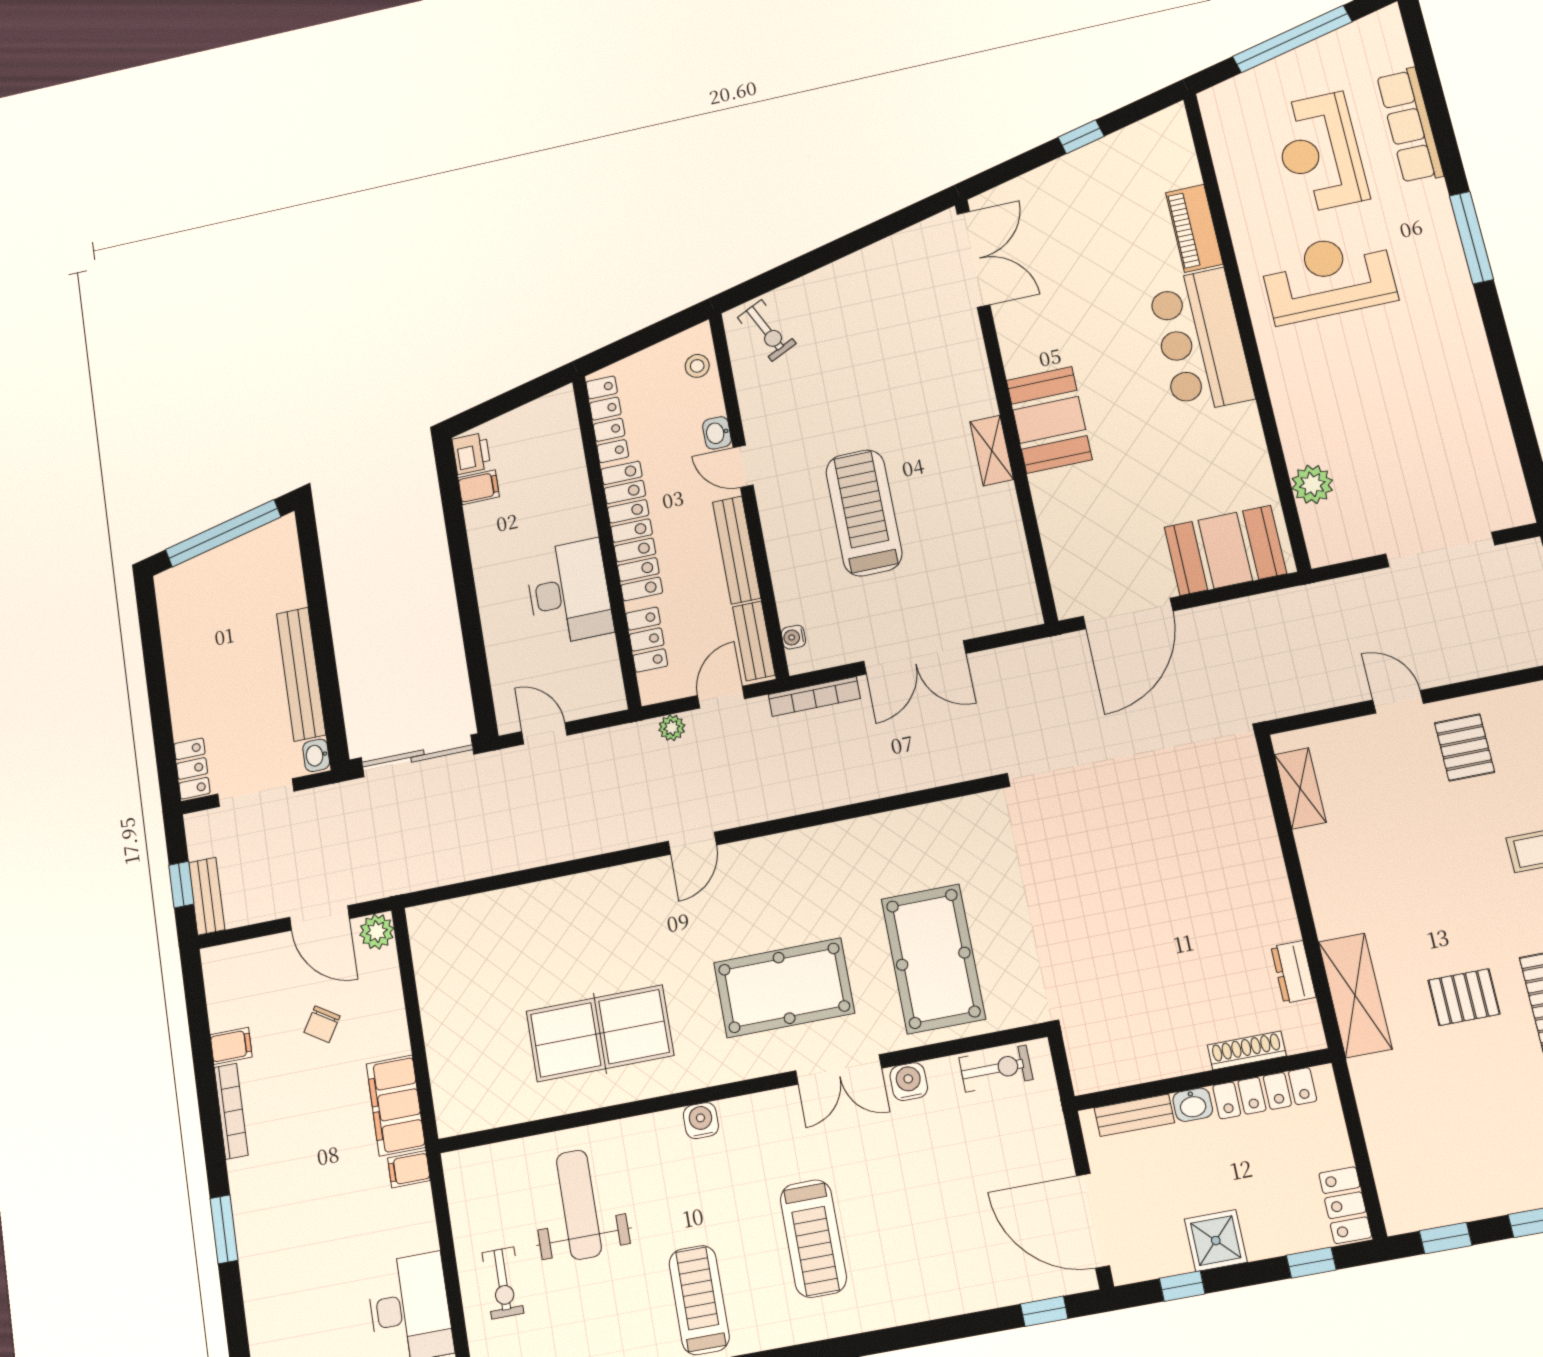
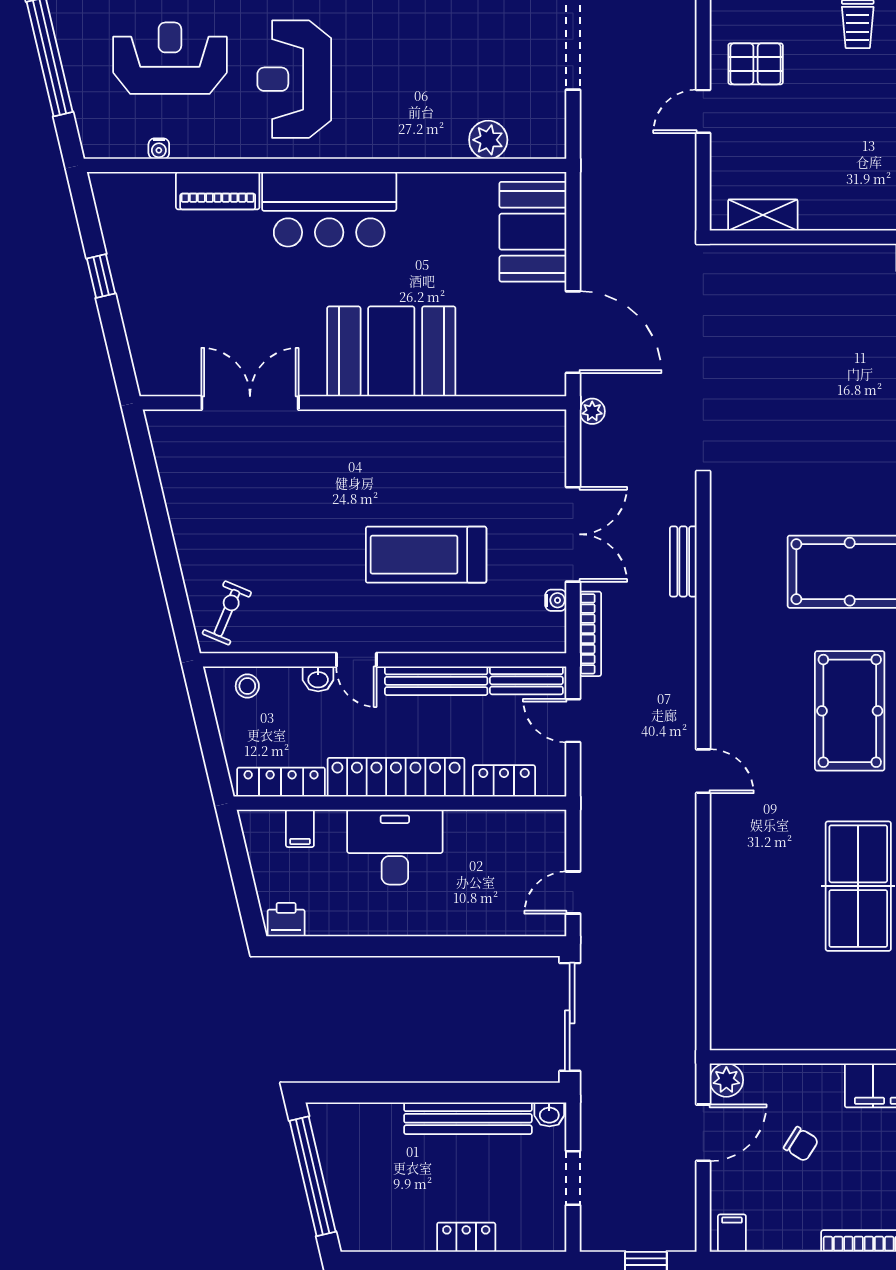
reception desk: (1320, 153) -> (170, 58), turned 180
water cooler: (1224, 163) -> (159, 149), added
double door: (973, 259) -> (250, 403), moved
exercise bike: (767, 330) -> (227, 613), turned -41
booth: (1049, 420) -> (391, 351), width x1.36, depth x1.42
shelving: (992, 451) -> (392, 424), removed
door: (743, 466) -> (356, 660), hinge flipped
filing cabinet: (479, 487) -> (300, 828), moved, turned 180
desk: (569, 592) -> (395, 847), moved
water cooler: (793, 637) -> (556, 600), moved, turned -90
plant: (672, 728) -> (592, 411), moved
locker: (192, 768) -> (466, 1237), moved
doorway: (256, 793) -> (573, 1178), width x0.73
bench: (207, 896) -> (683, 561), moved, turned 90
filing cabinet: (231, 1046) -> (732, 1233), moved

